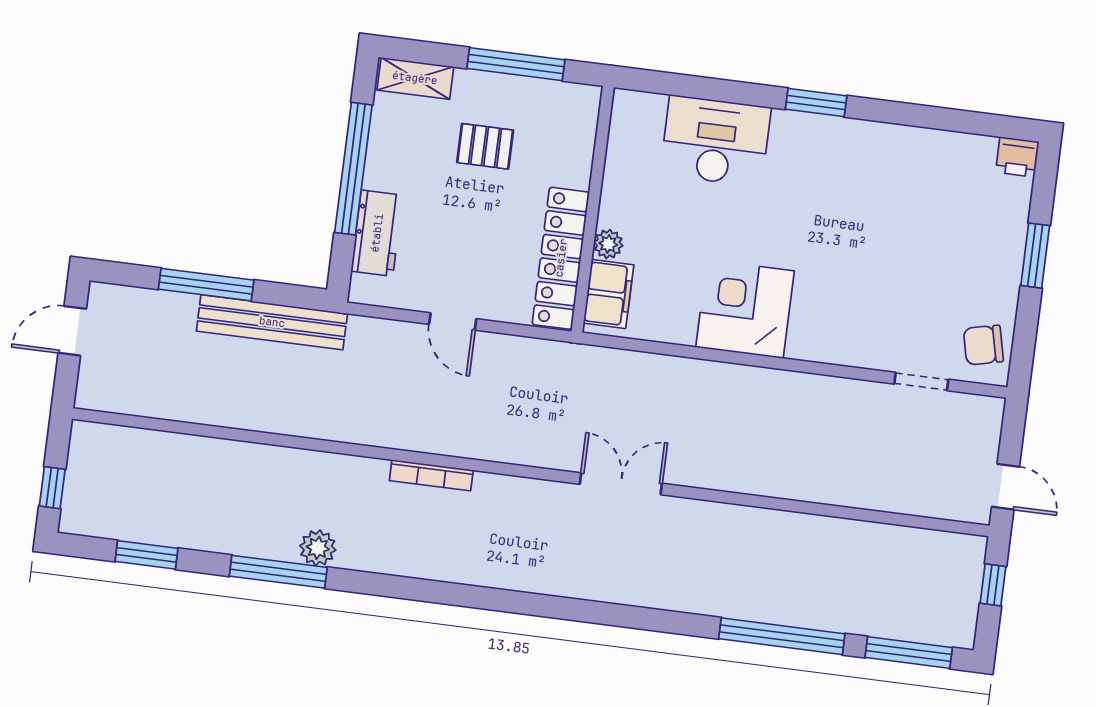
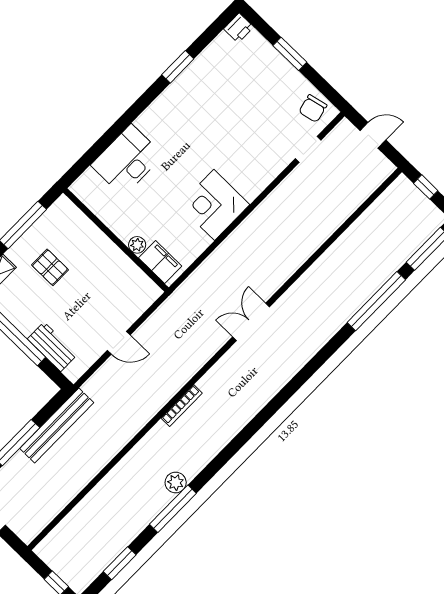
window: (816, 103) -> (178, 67), moved
pallet: (485, 146) -> (50, 267), turned 90
locker: (561, 258) -> (127, 272), removed
door: (1006, 487) -> (373, 135), moved

